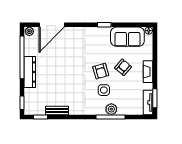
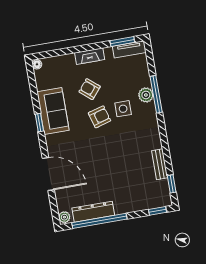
door: (52, 25) -> (48, 174), moved
sofa: (127, 37) -> (53, 111), moved
dresser: (30, 72) -> (93, 212), moved

